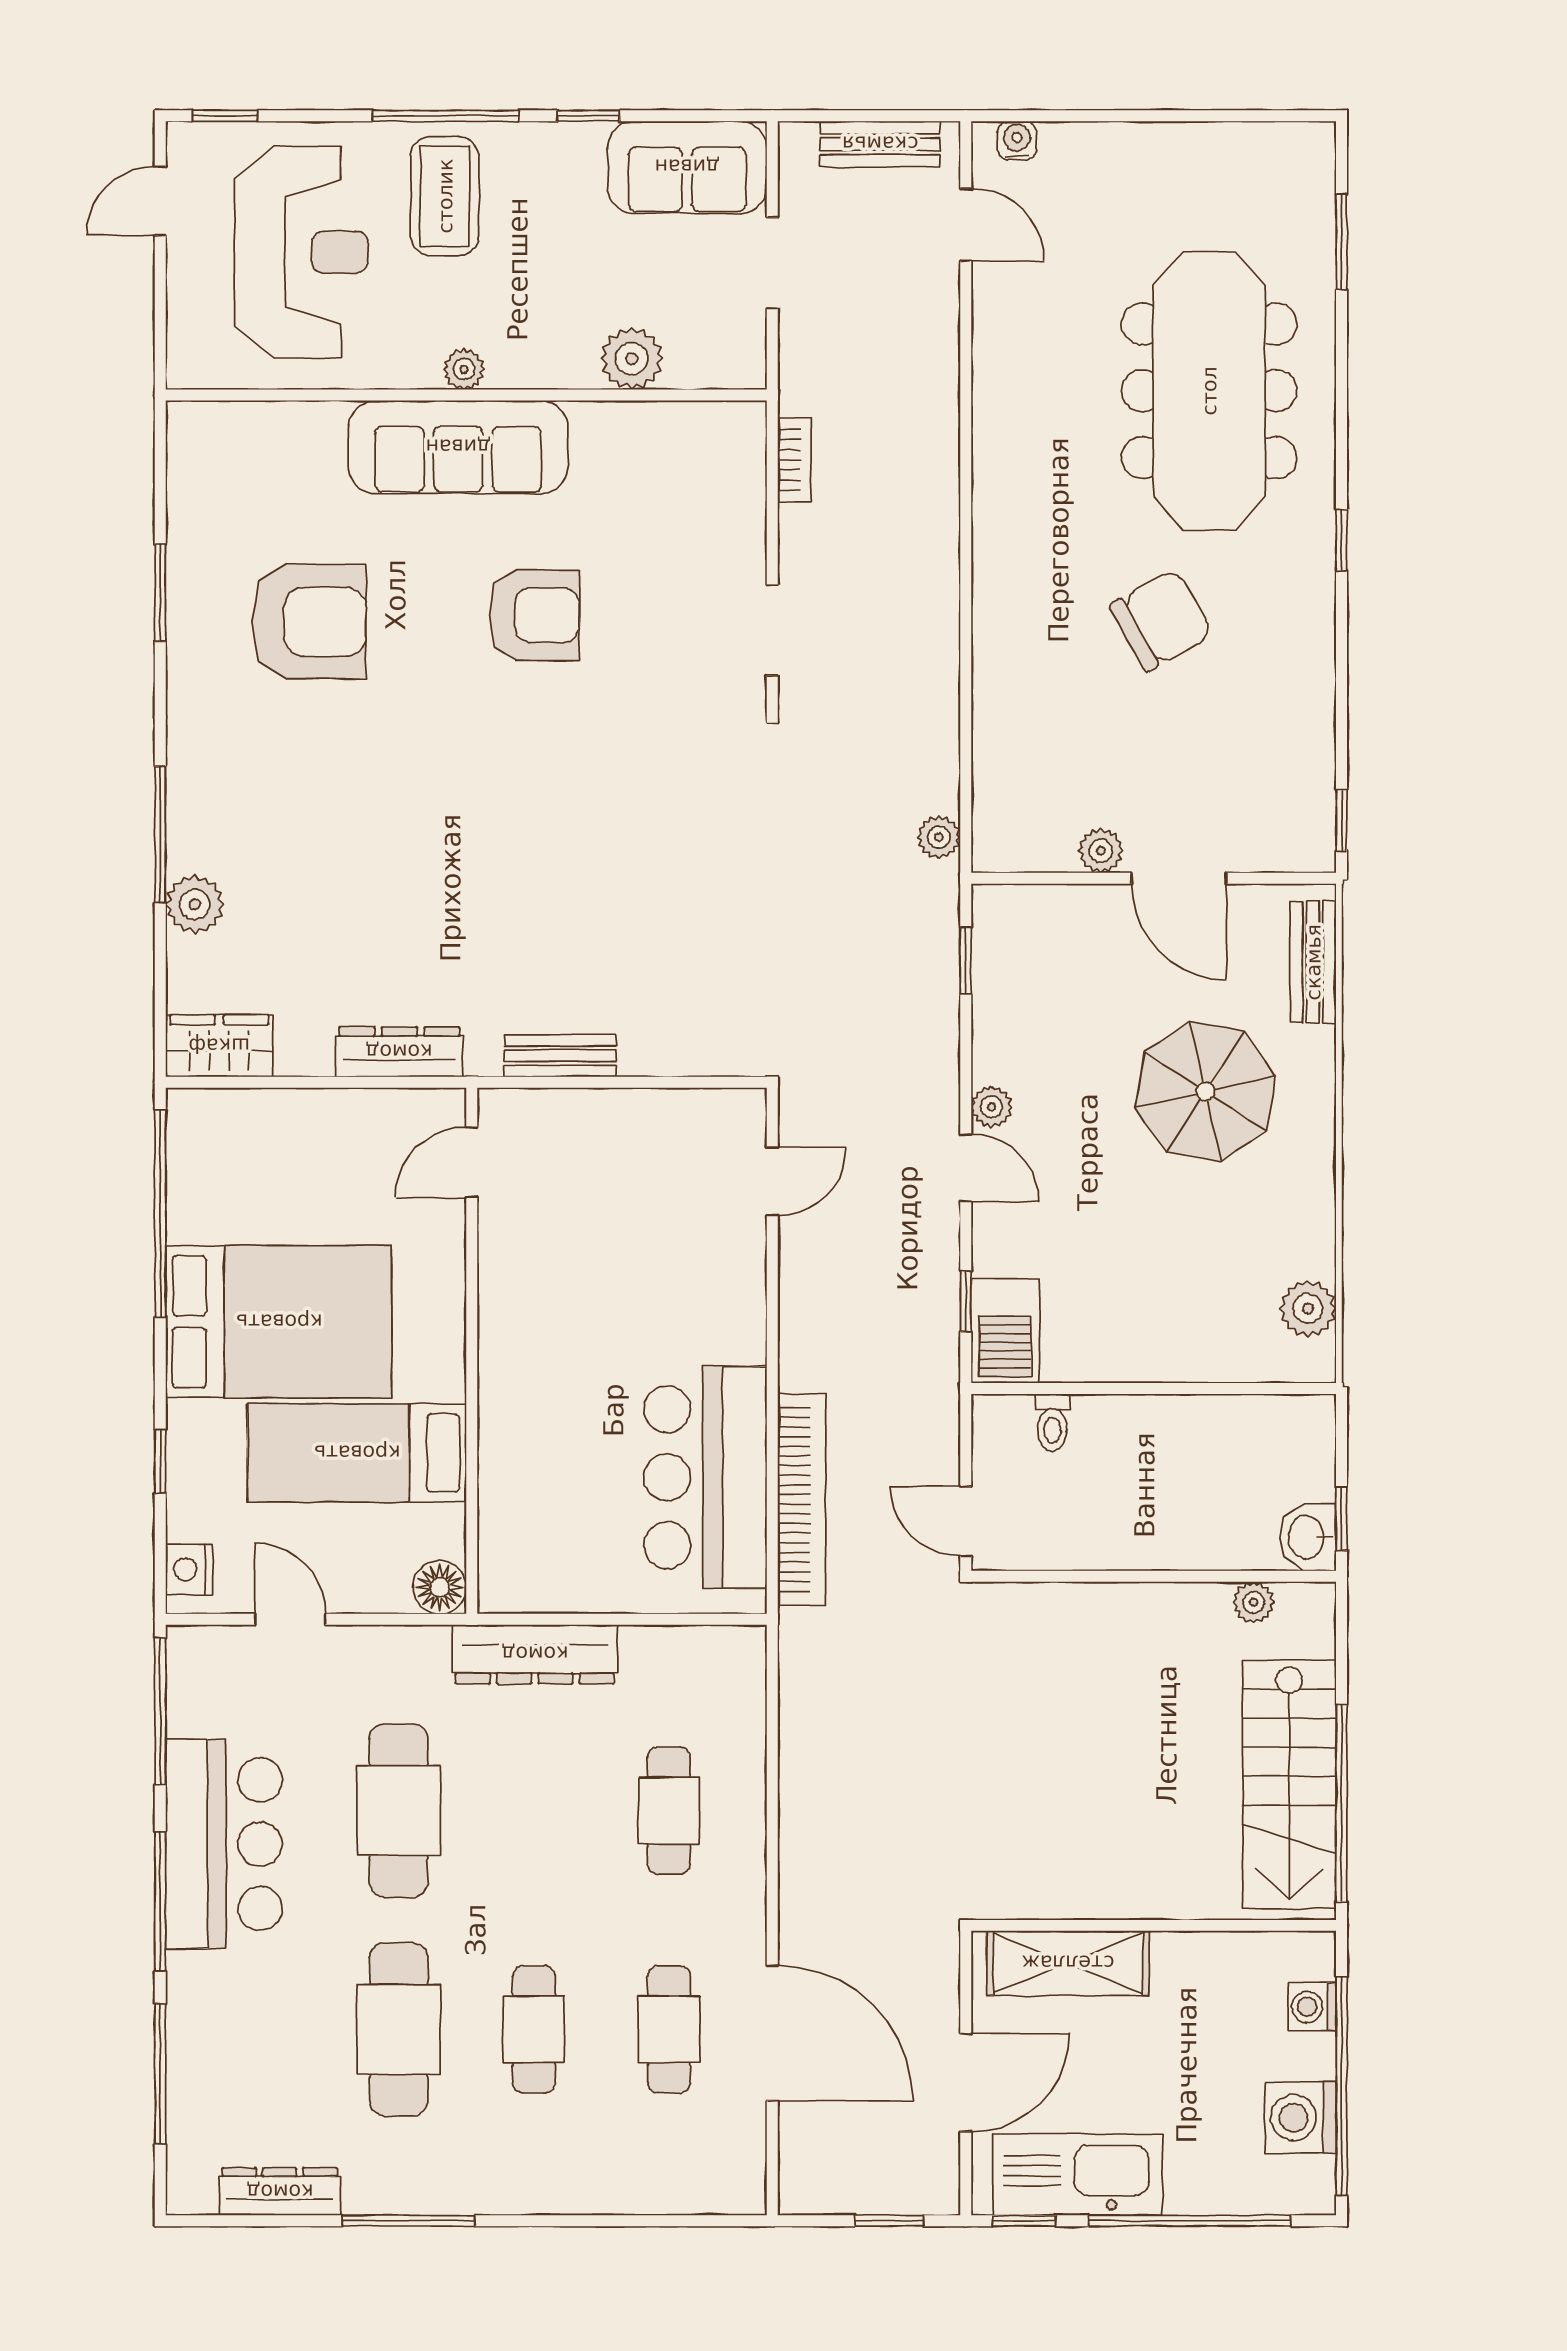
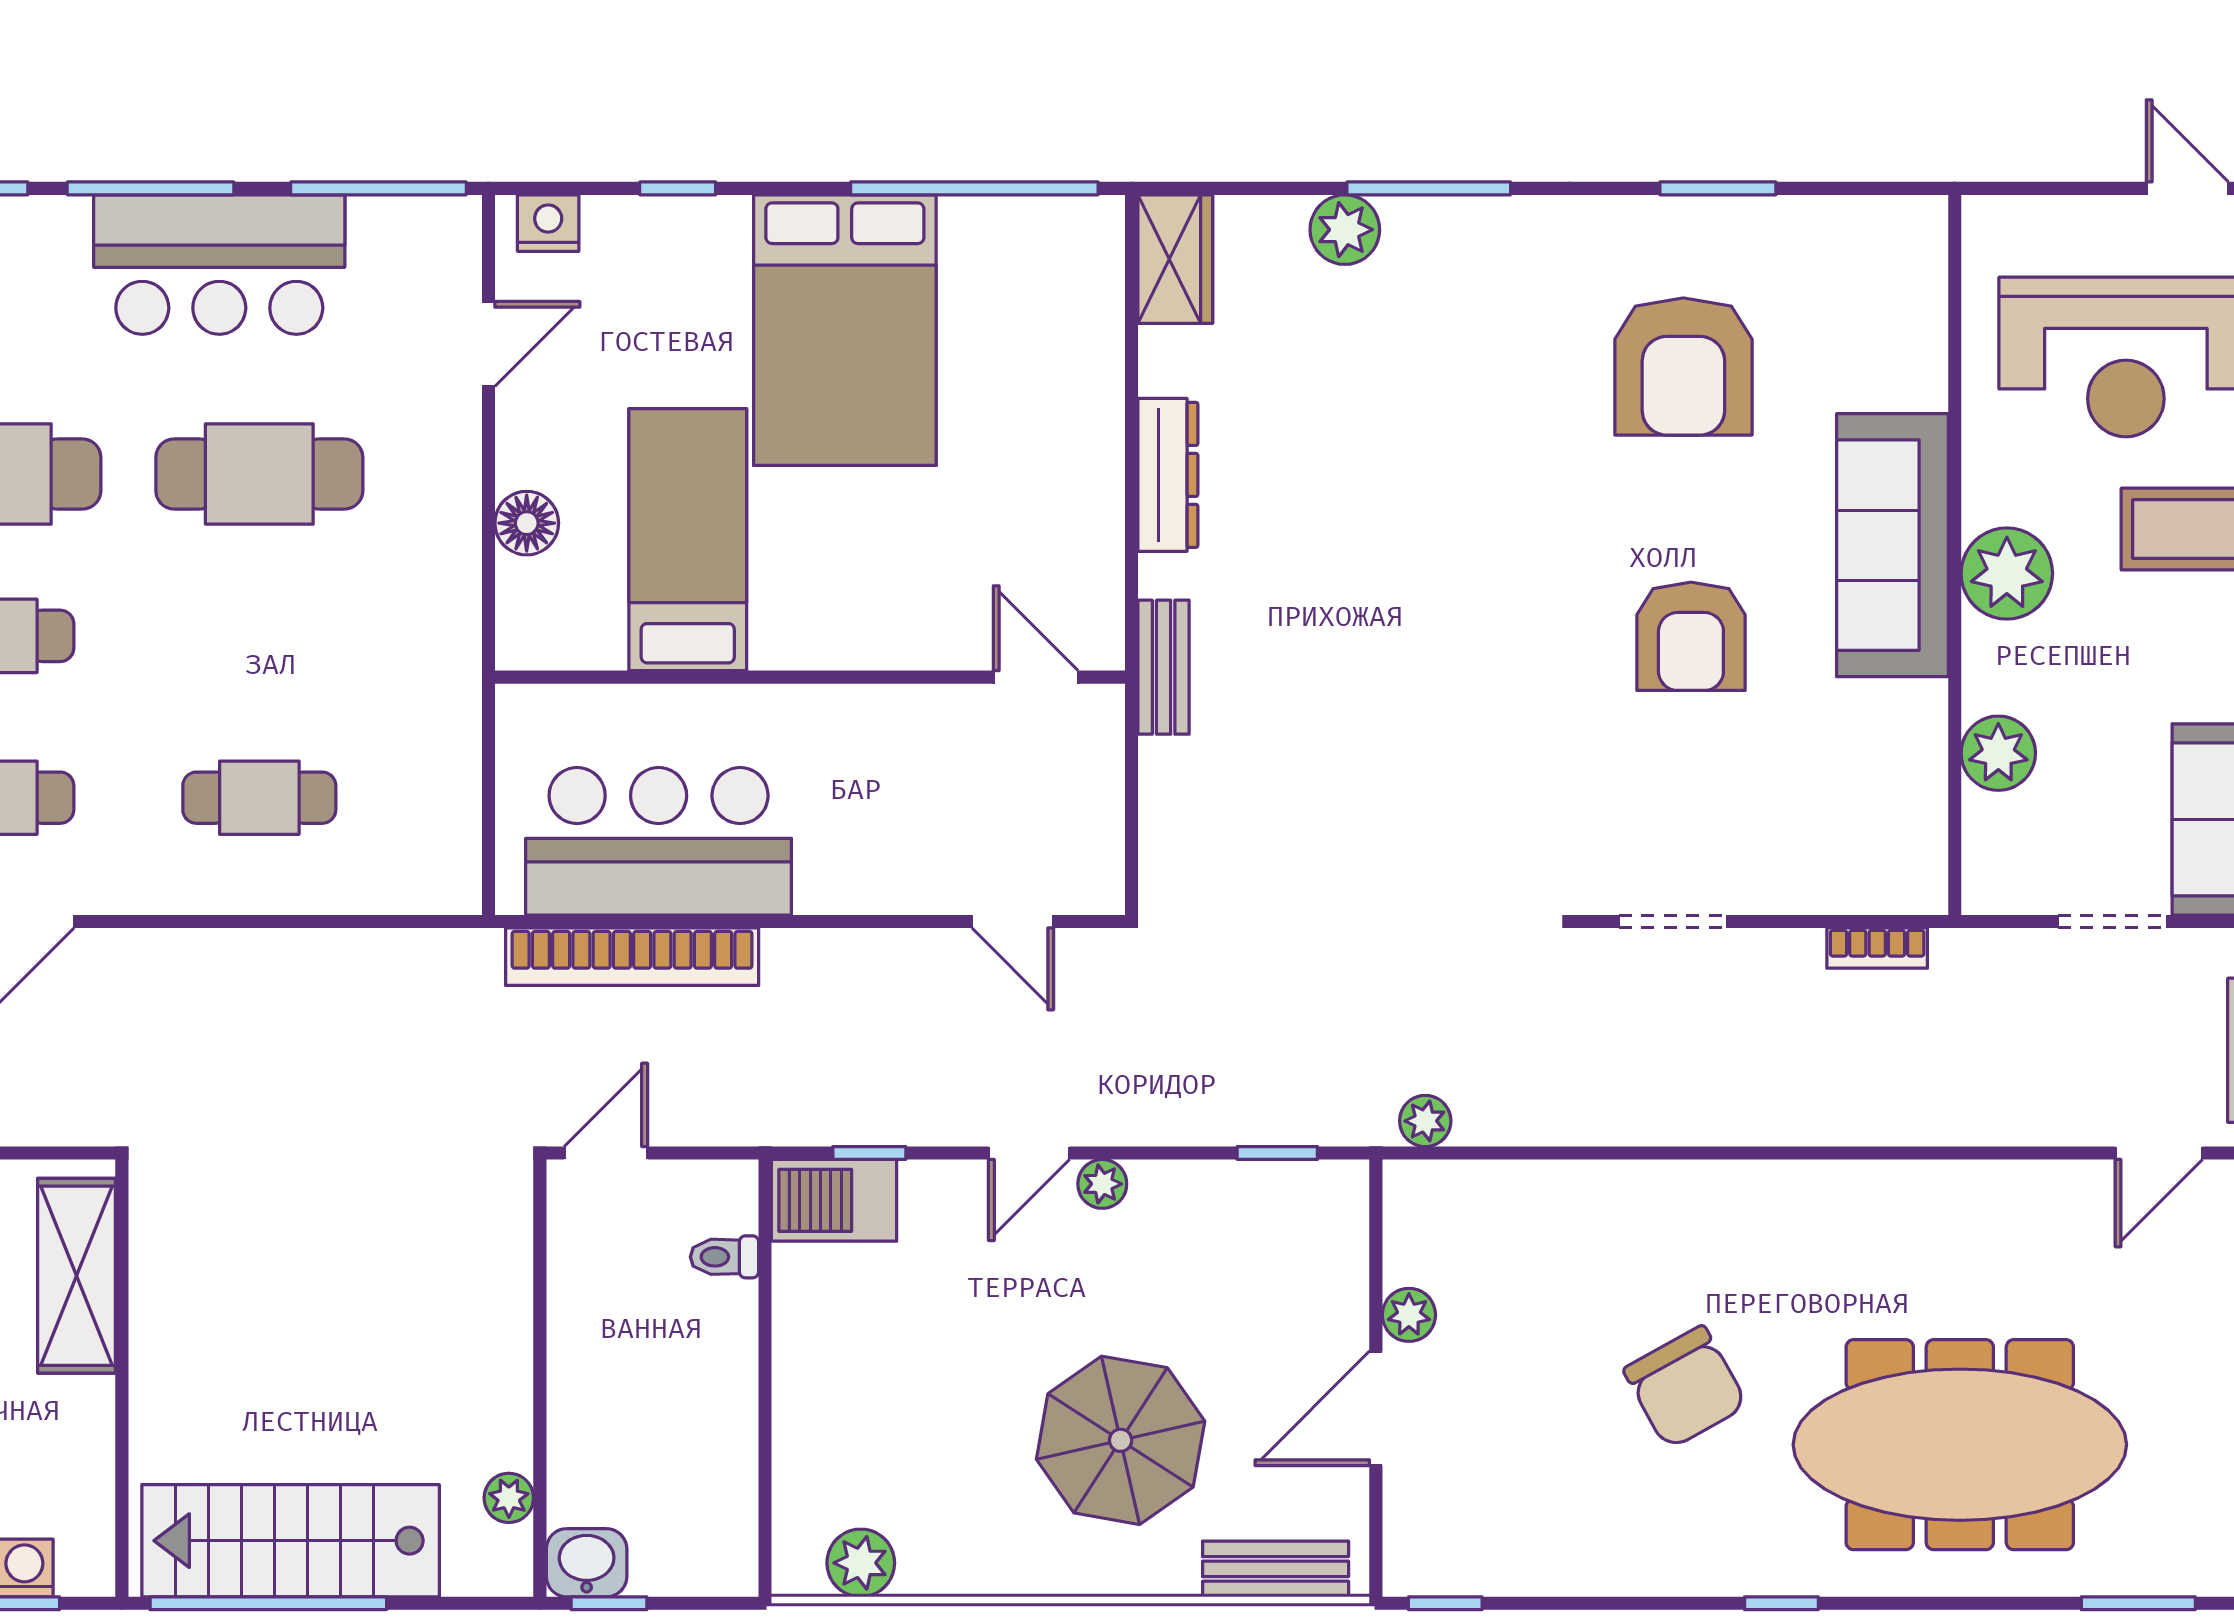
plant: (464, 369) -> (2007, 573), width x1.88, depth x1.88
door: (472, 1162) -> (1036, 677), moved
wall: (472, 1351) -> (810, 677), moved
bed: (357, 1453) -> (688, 540), moved
dresser: (535, 1654) -> (447, 637), removed

